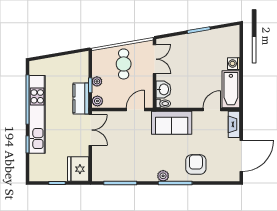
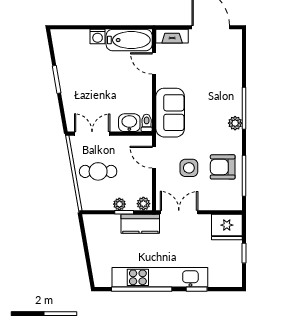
side table: (127, 138) -> (189, 168), added
armchair: (196, 164) -> (223, 167), moved

